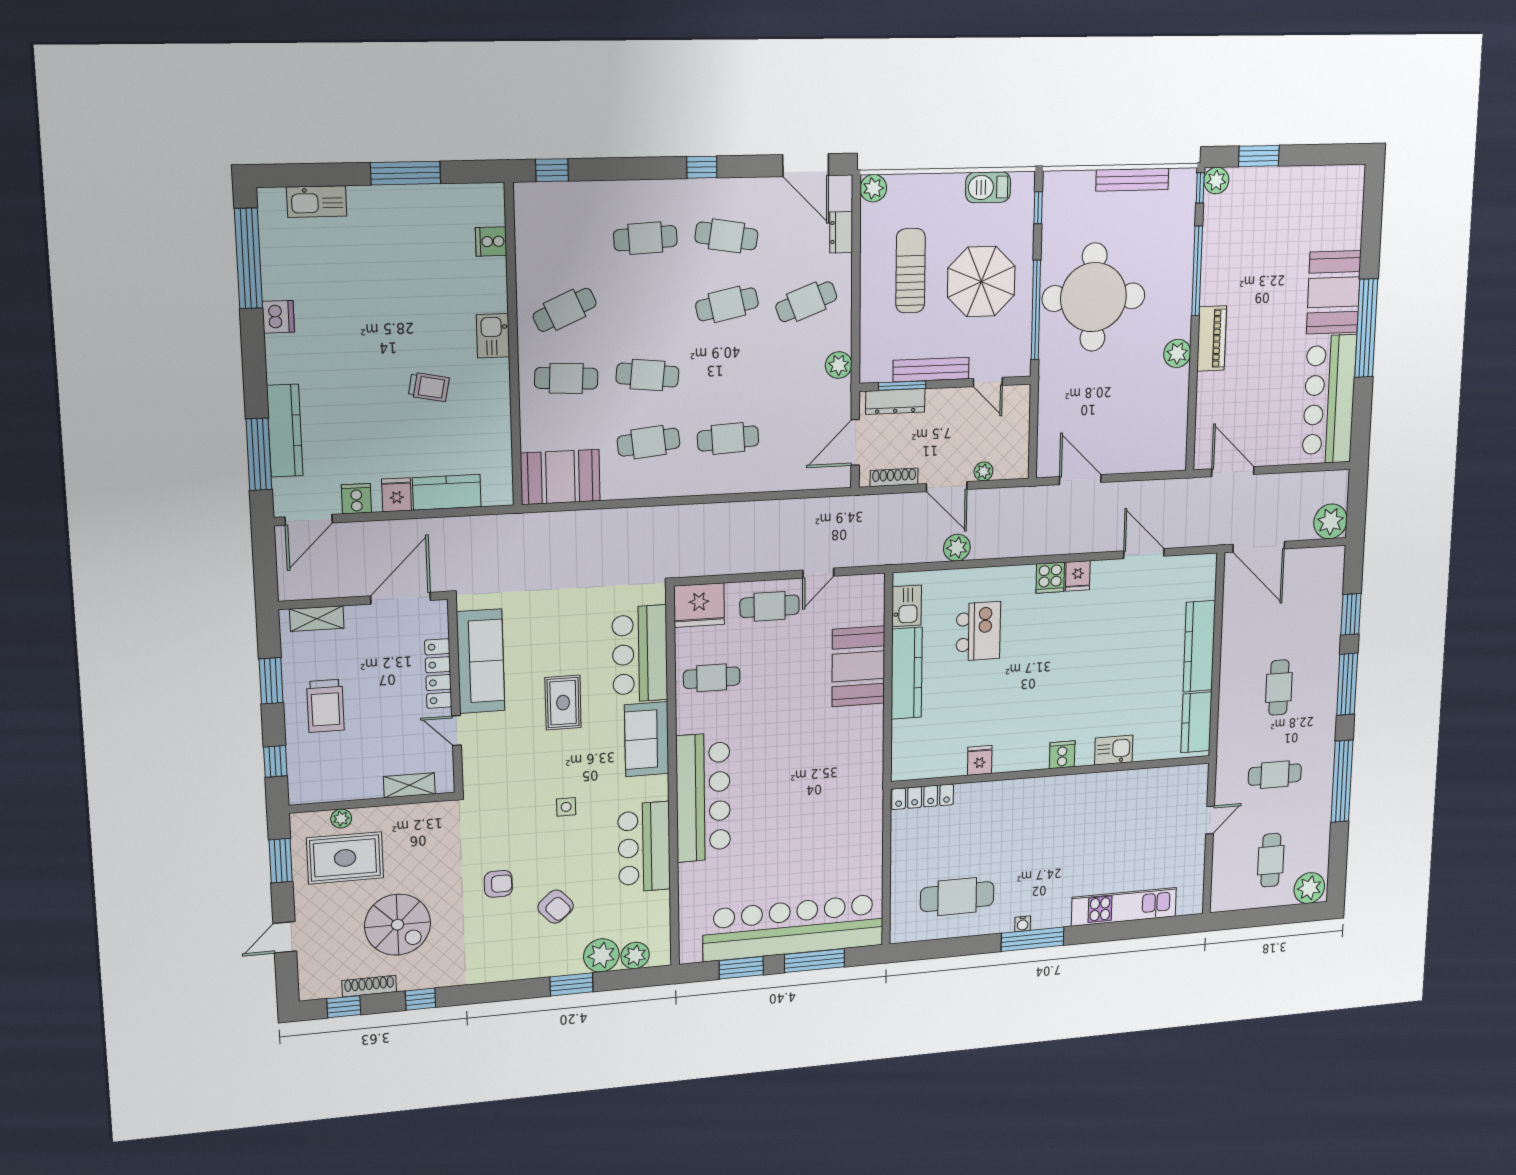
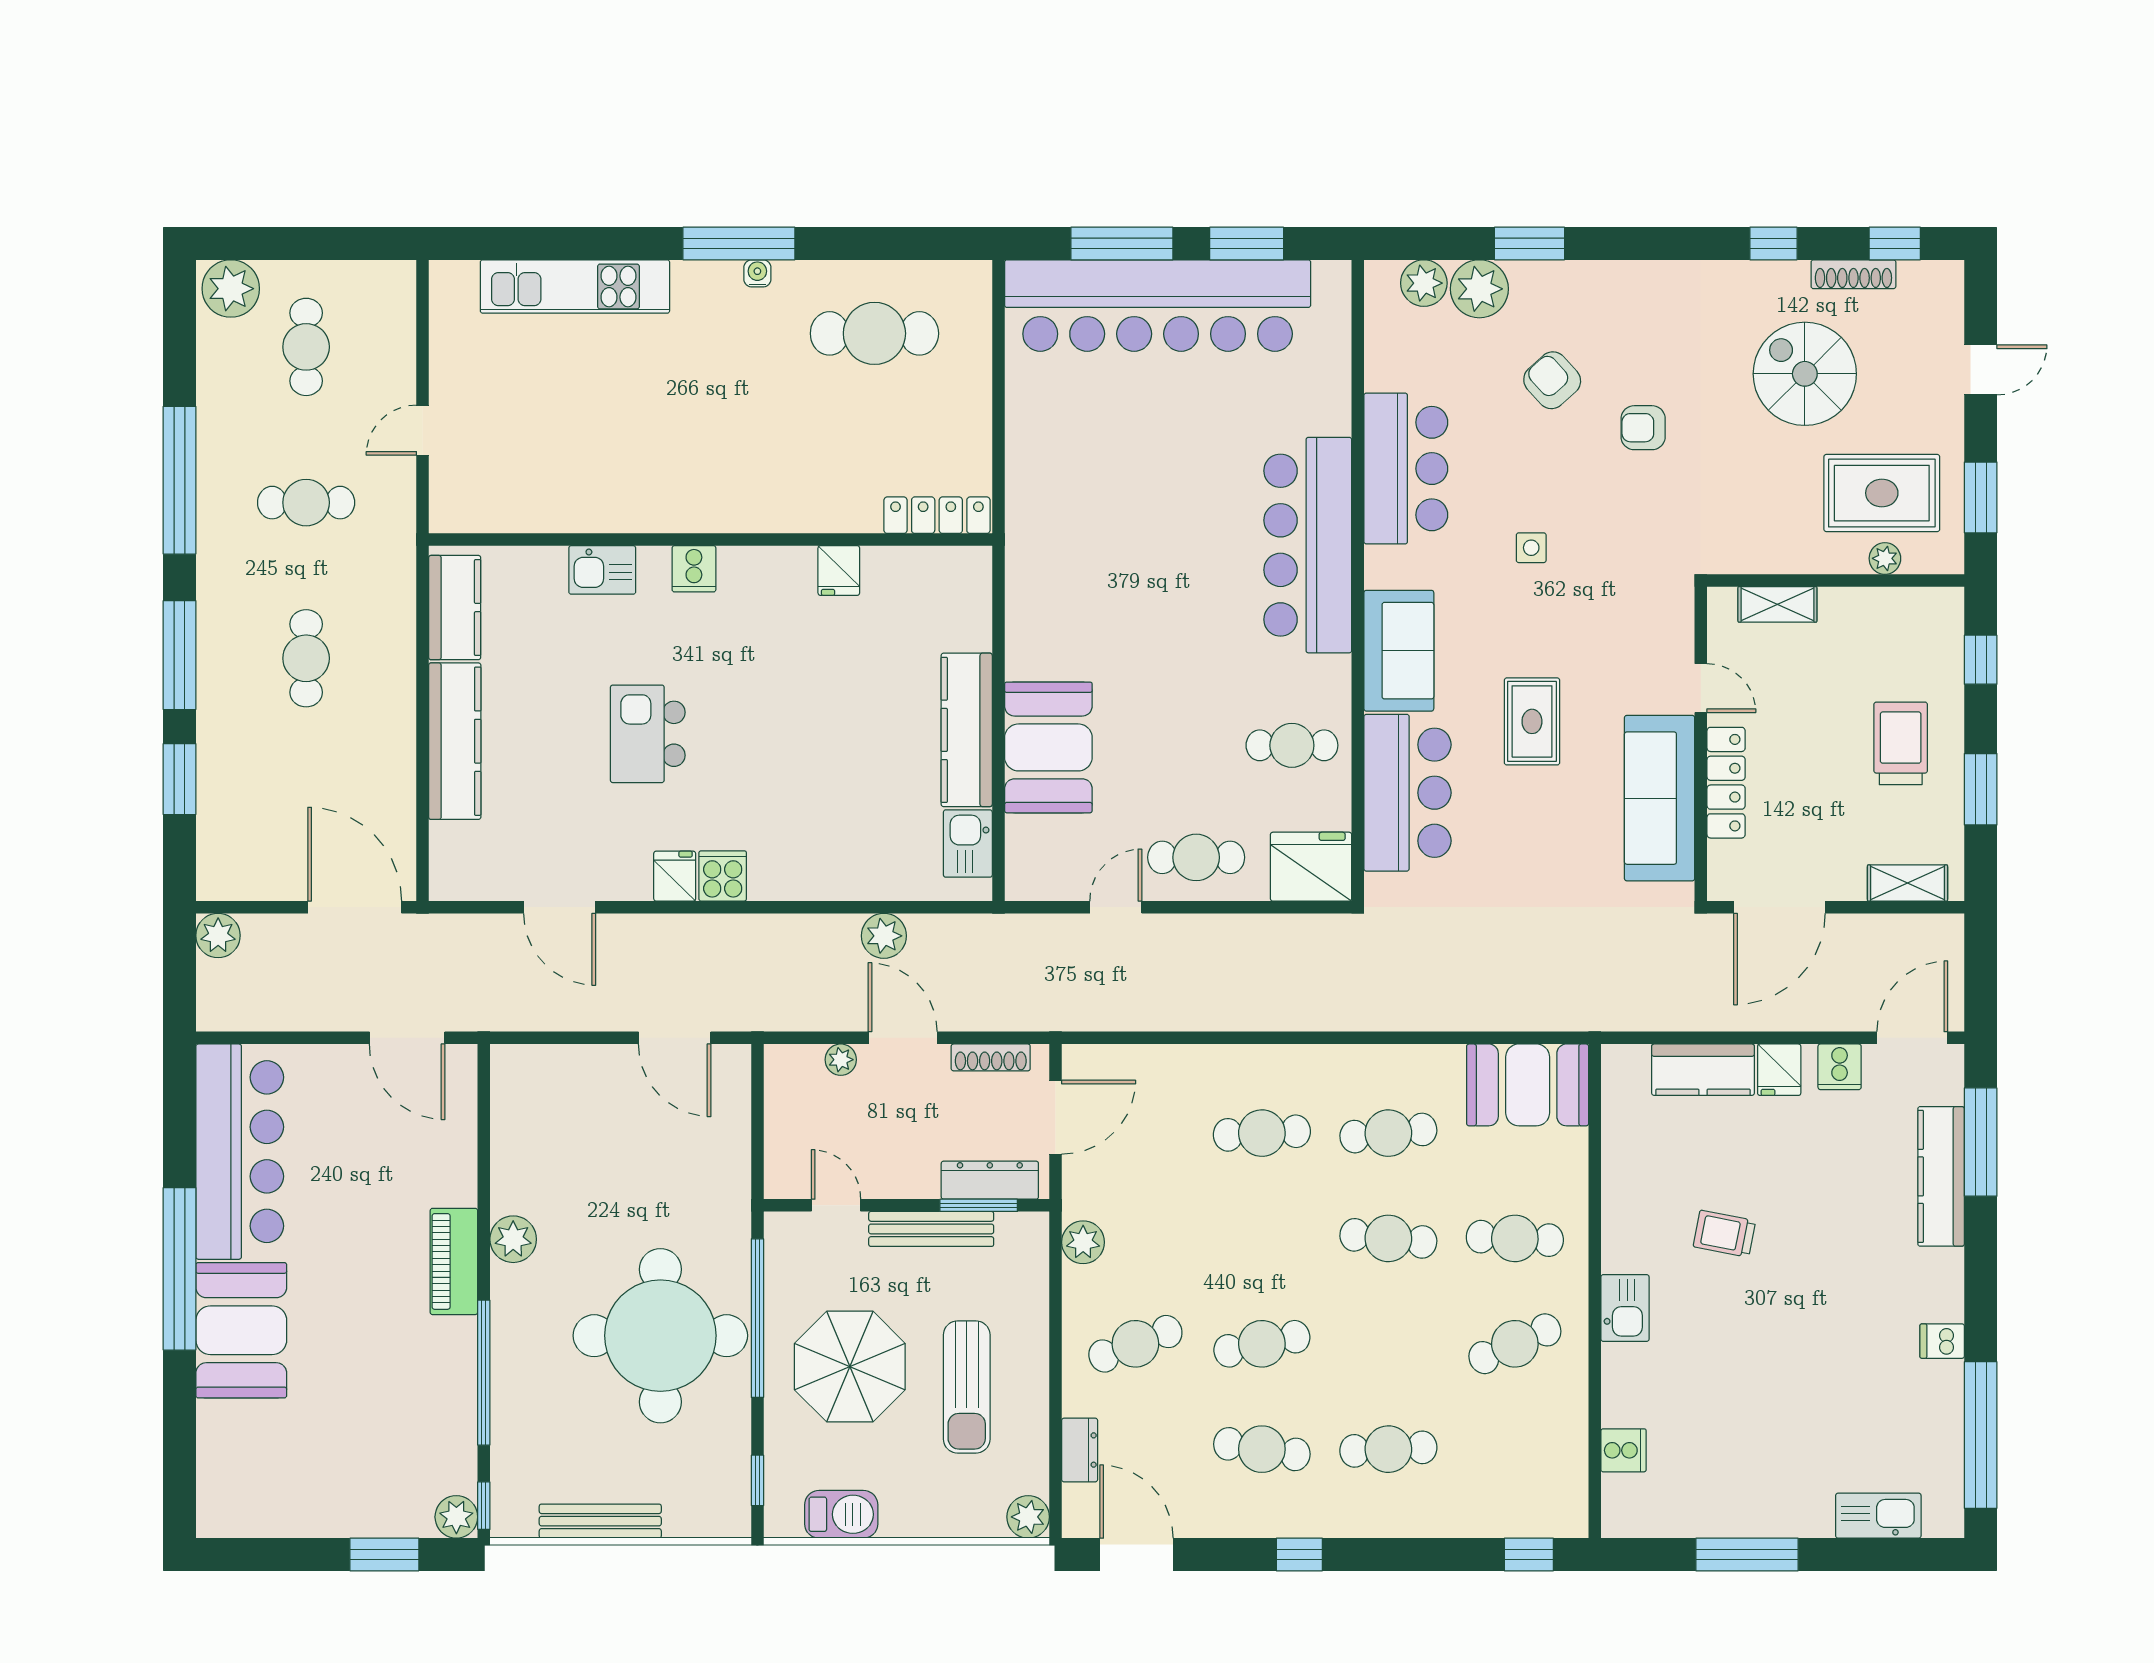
dishwasher: (278, 317) -> (1942, 1341), width x0.73
plant: (1330, 521) -> (218, 935), width x0.73, depth x0.73
kitchen island: (978, 631) -> (648, 734), moved

